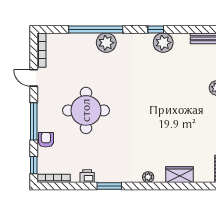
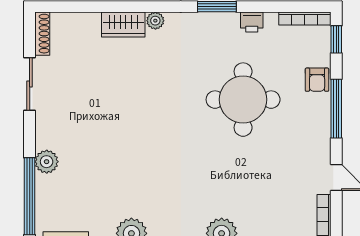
round table: (86, 110) -> (243, 100), moved
wardrobe: (180, 175) -> (123, 24), moved

